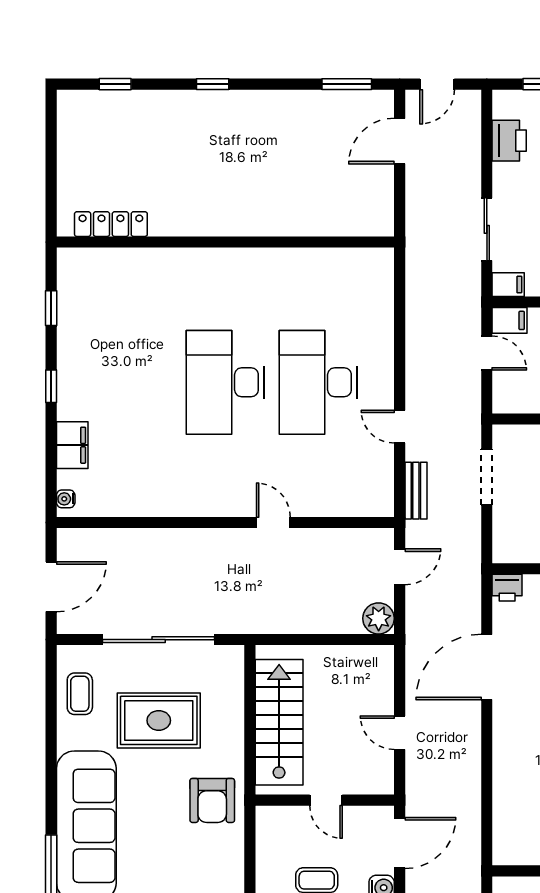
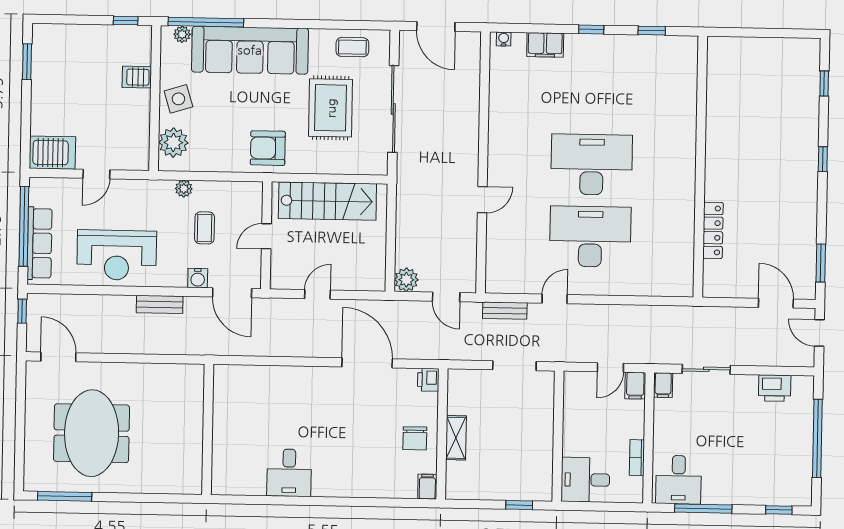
locker: (111, 224) -> (713, 230), moved

